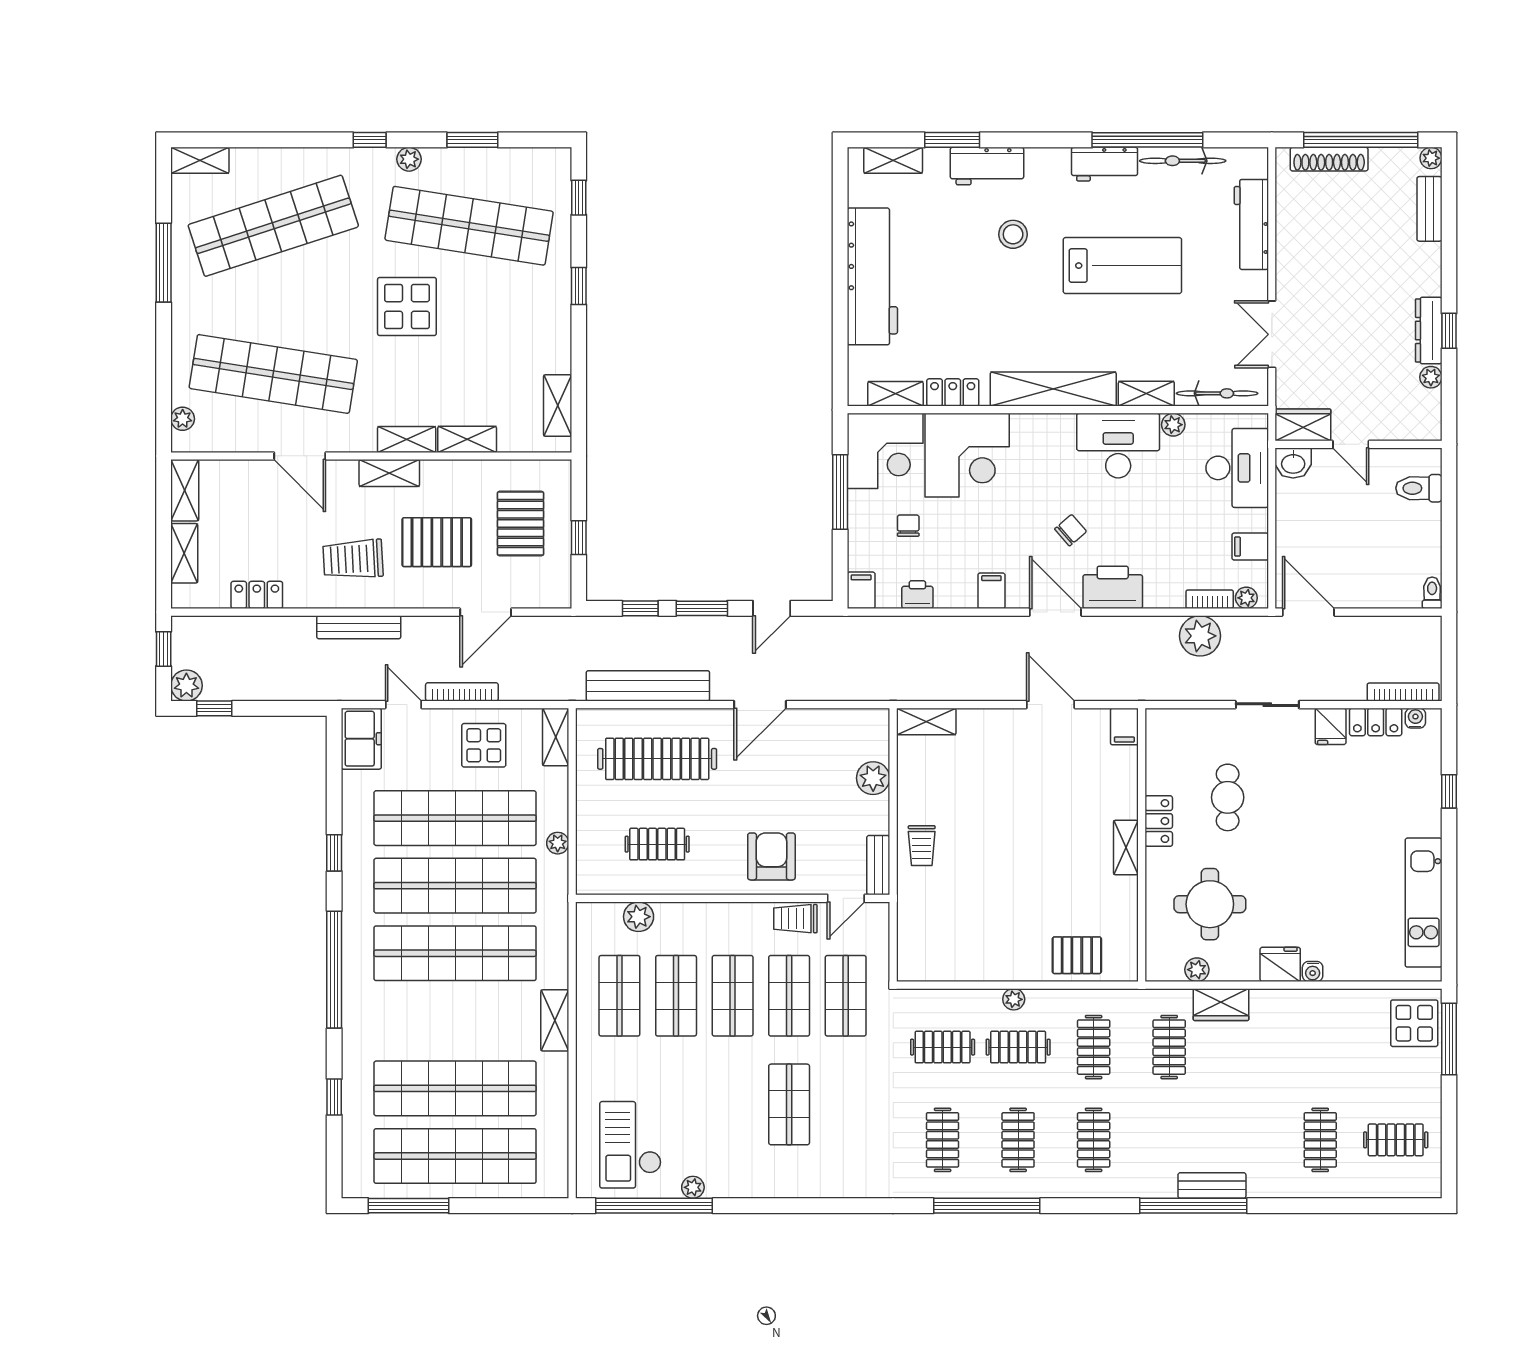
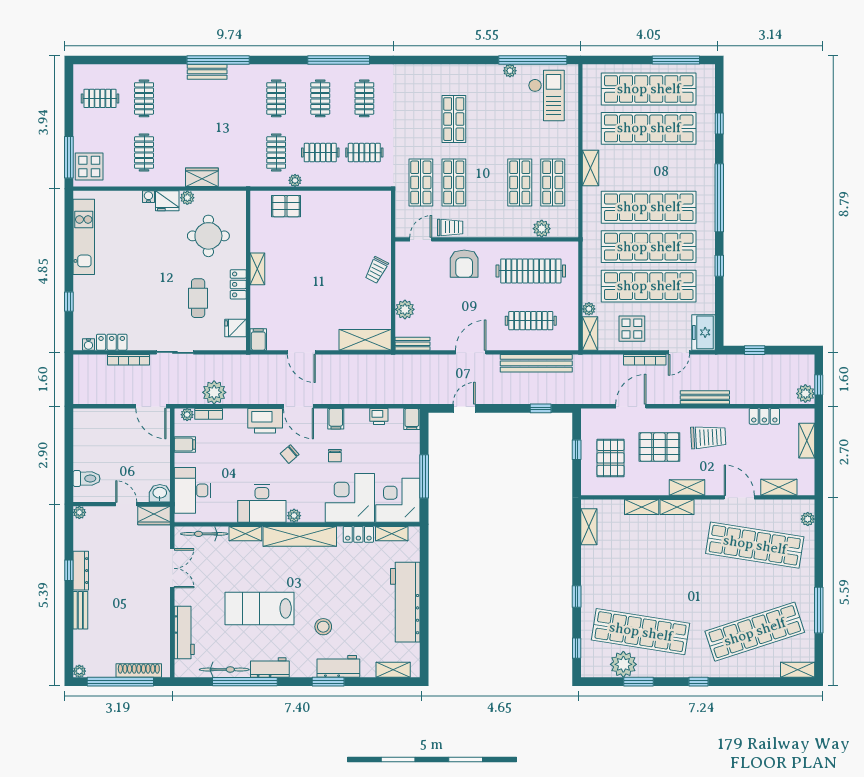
window: (952, 140) -> (328, 682), moved
plant: (409, 159) -> (623, 664), moved, width x1.88, depth x1.88
bench: (1429, 209) -> (80, 610), moved
display table: (407, 307) -> (677, 585), removed
plant: (1431, 377) -> (79, 512), moved
plant: (1173, 425) -> (294, 516), moved
shelving: (185, 490) -> (779, 487), moved, turned 90
chair: (908, 526) -> (335, 456), moved
toilet: (1432, 593) -> (79, 418), removed
window: (702, 608) -> (505, 408), removed
plant: (186, 686) -> (805, 394), moved
bookcase: (1403, 692) -> (129, 360), moved
door: (403, 705) -> (679, 352), hinge flipped
window: (214, 708) -> (755, 350), moved
shelving: (926, 721) -> (365, 340), width x1.50, depth x1.33
fridge: (1331, 726) -> (235, 328), moved, turned -90
clothes rail: (657, 759) -> (531, 321), width x0.73, depth x0.76
plant: (558, 843) -> (589, 309), moved
clothes rail: (657, 844) -> (531, 271), width x1.86, depth x1.31
trolley: (922, 846) -> (376, 270), turned -153
bench: (878, 865) -> (413, 344), moved, turned 90
plant: (1197, 970) -> (187, 198), moved
shop shelf: (733, 996) -> (487, 182), removed
plant: (1014, 999) -> (295, 180), moved
clothes rail: (1169, 1047) -> (144, 153), moved

